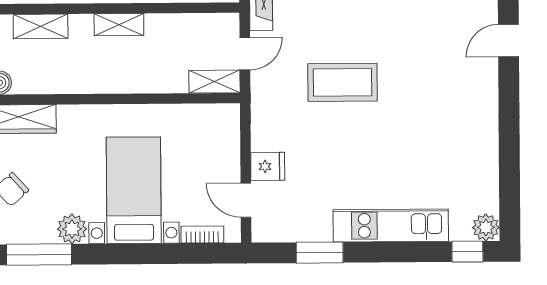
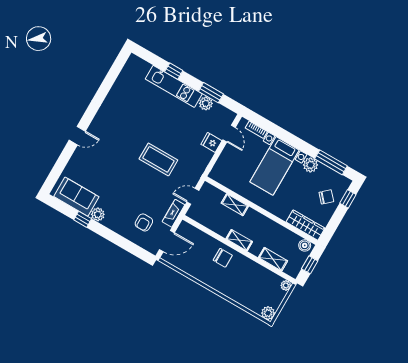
shelving: (214, 82) -> (235, 205), moved
plant: (486, 227) -> (206, 103), moved
window: (467, 252) -> (174, 71), moved

